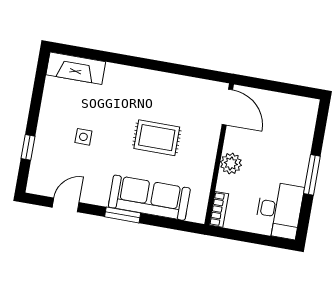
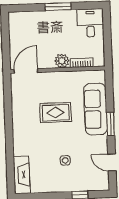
rug: (157, 138) -> (56, 113), turned 90
bookcase: (219, 209) -> (82, 63), moved
desk: (279, 210) -> (90, 23), width x0.73

